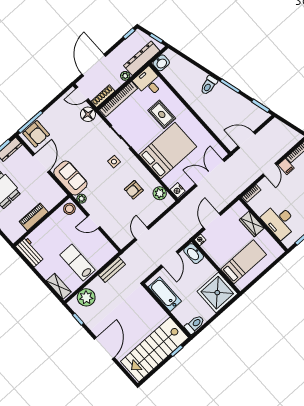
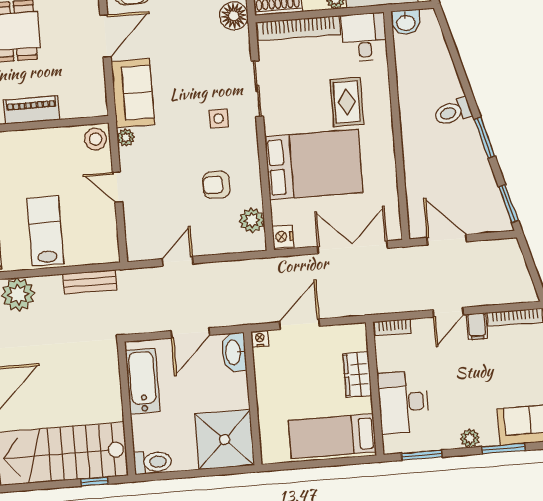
bed: (244, 262) -> (332, 436), moved, turned 180

